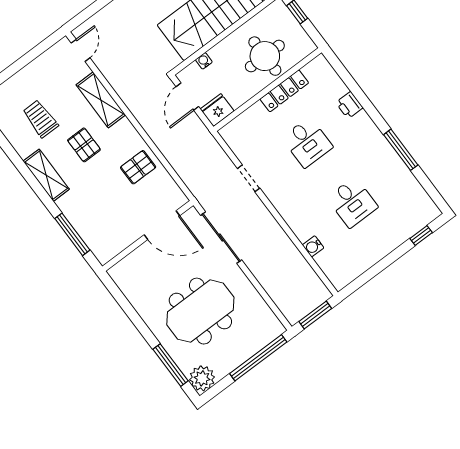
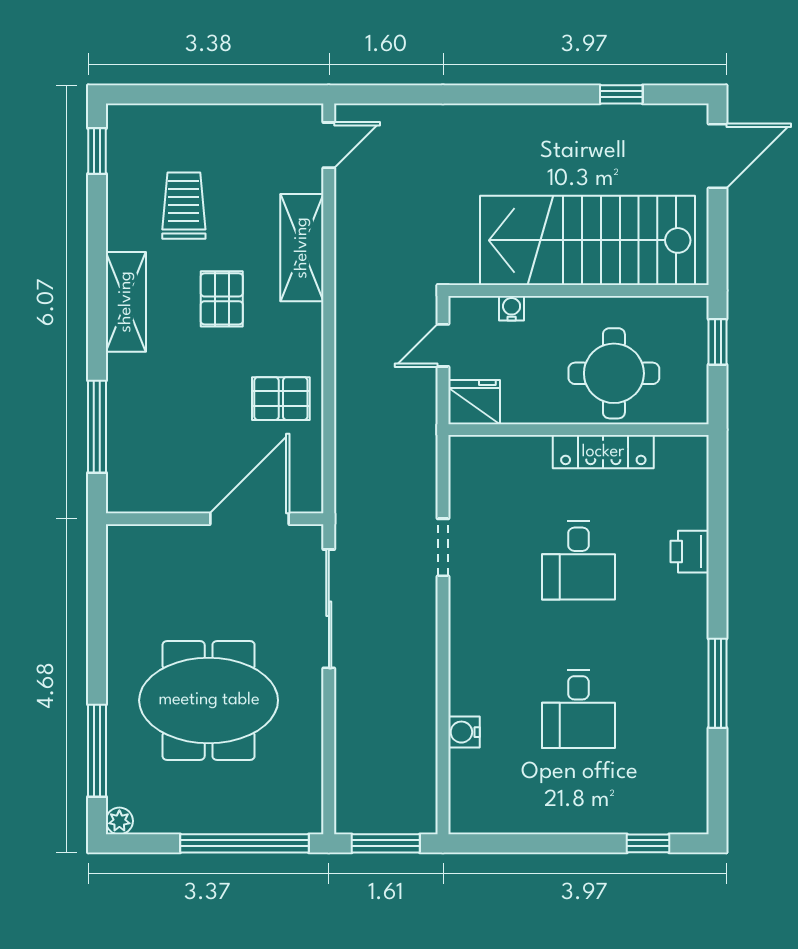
door: (187, 97) -> (443, 345), width x0.73
door: (162, 225) -> (250, 519), swing flipped
plant: (202, 378) -> (119, 821), width x0.53, depth x0.53

